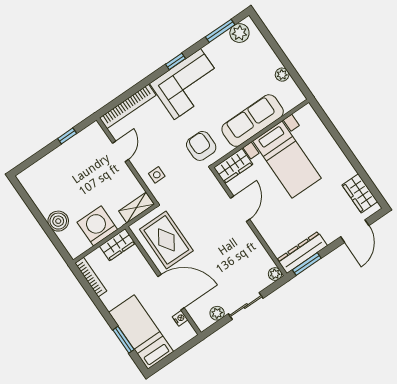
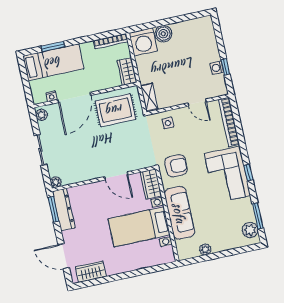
washing machine: (72, 145) -> (217, 68), added
washing machine: (97, 226) -> (143, 42), moved, turned 90
plant: (217, 313) -> (42, 115), moved

